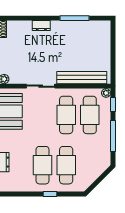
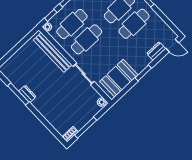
dresser: (41, 26) -> (27, 94), moved

